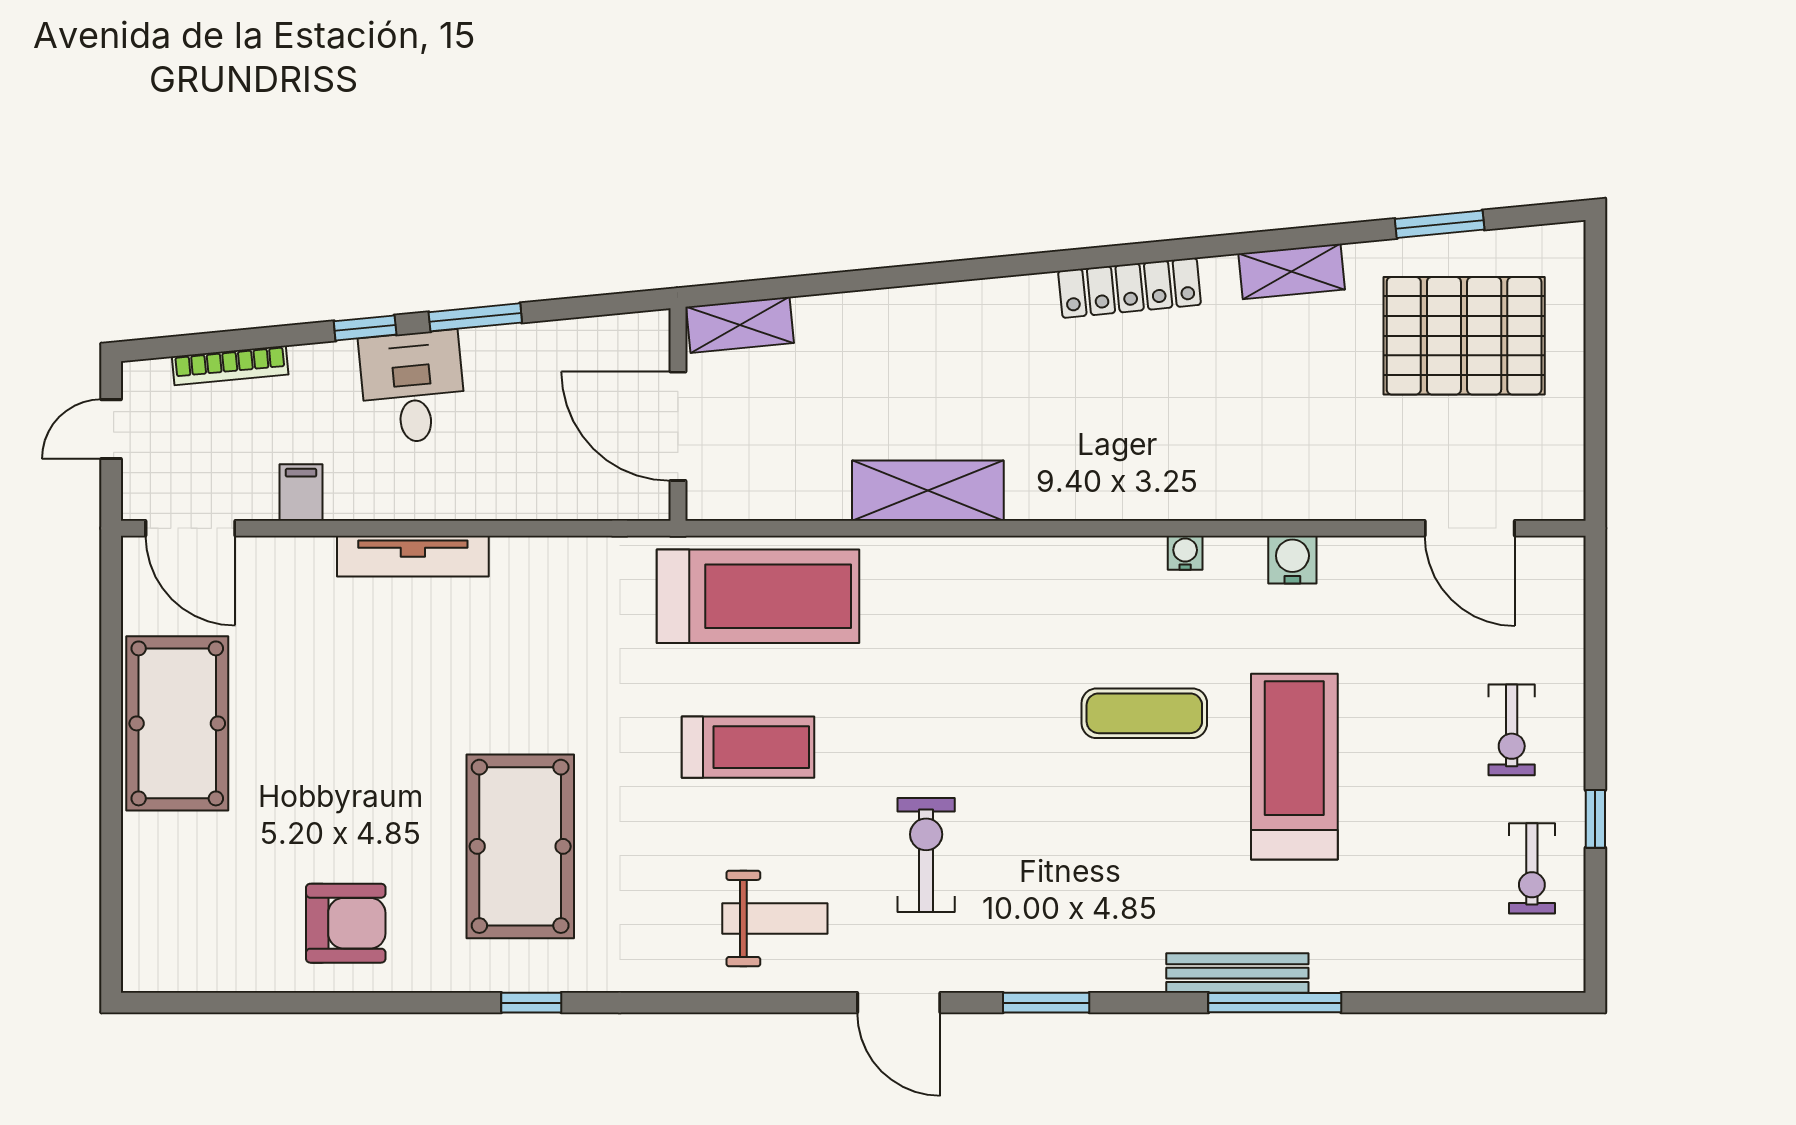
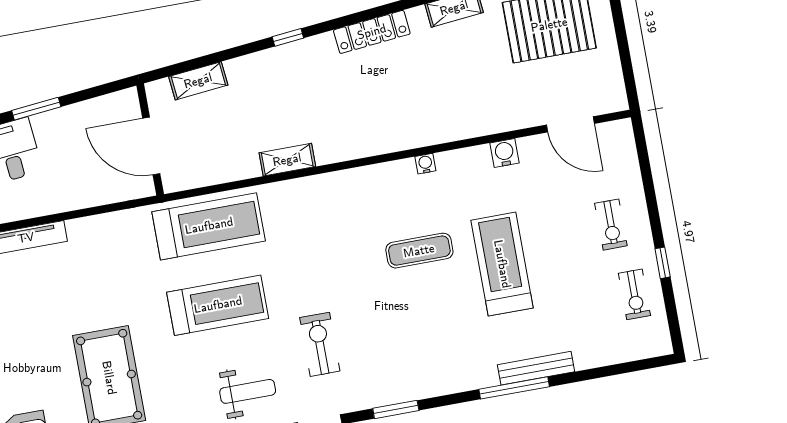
window: (971, 270) -> (288, 37), added
shelving: (740, 325) -> (198, 81), moved
shelving: (928, 491) -> (287, 160), width x0.67, depth x0.75
water cooler: (1292, 560) -> (504, 153), moved
treadmill: (748, 747) -> (218, 305), width x1.37, depth x1.38
bench: (1237, 973) -> (536, 368), moved

